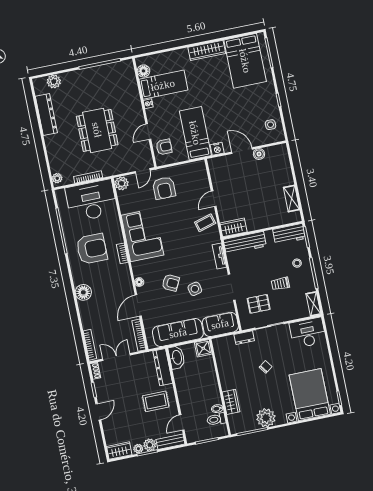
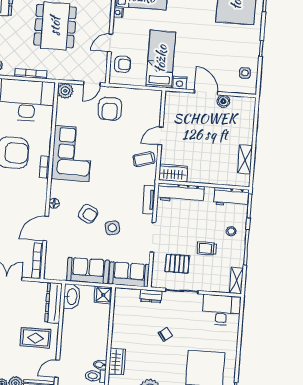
sofa: (178, 333) -> (88, 271), width x0.73

